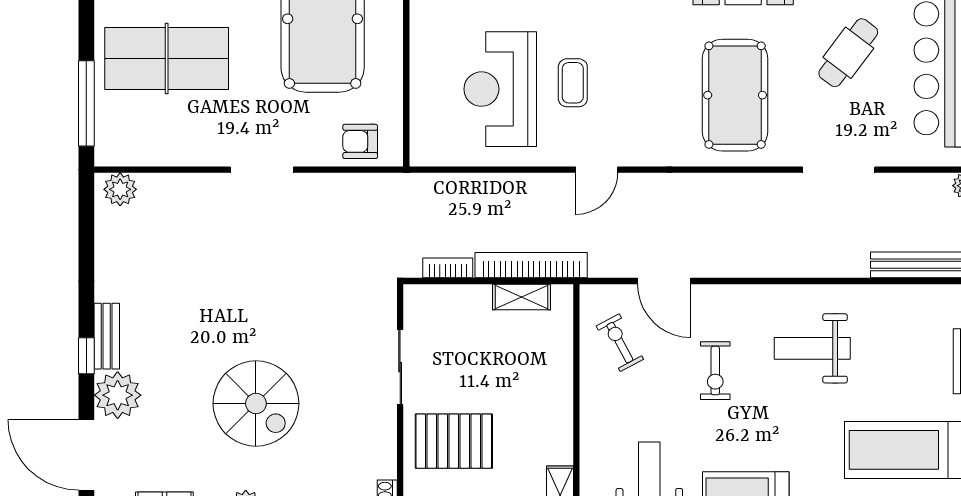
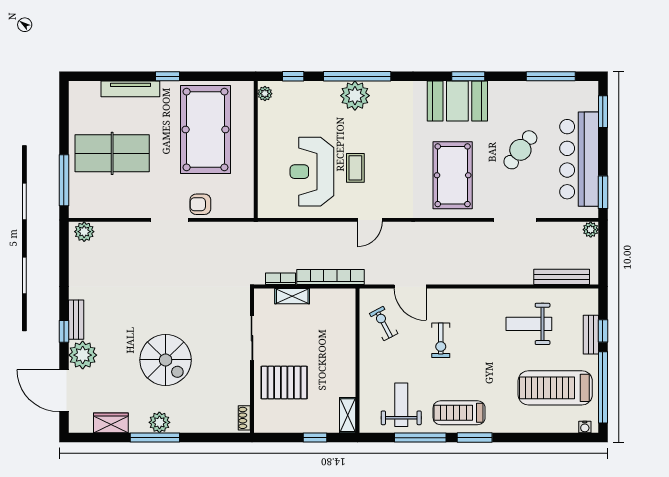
armchair: (360, 141) -> (200, 204), moved
shelving: (522, 297) -> (292, 296), moved
weight bench: (812, 348) -> (529, 324), moved

